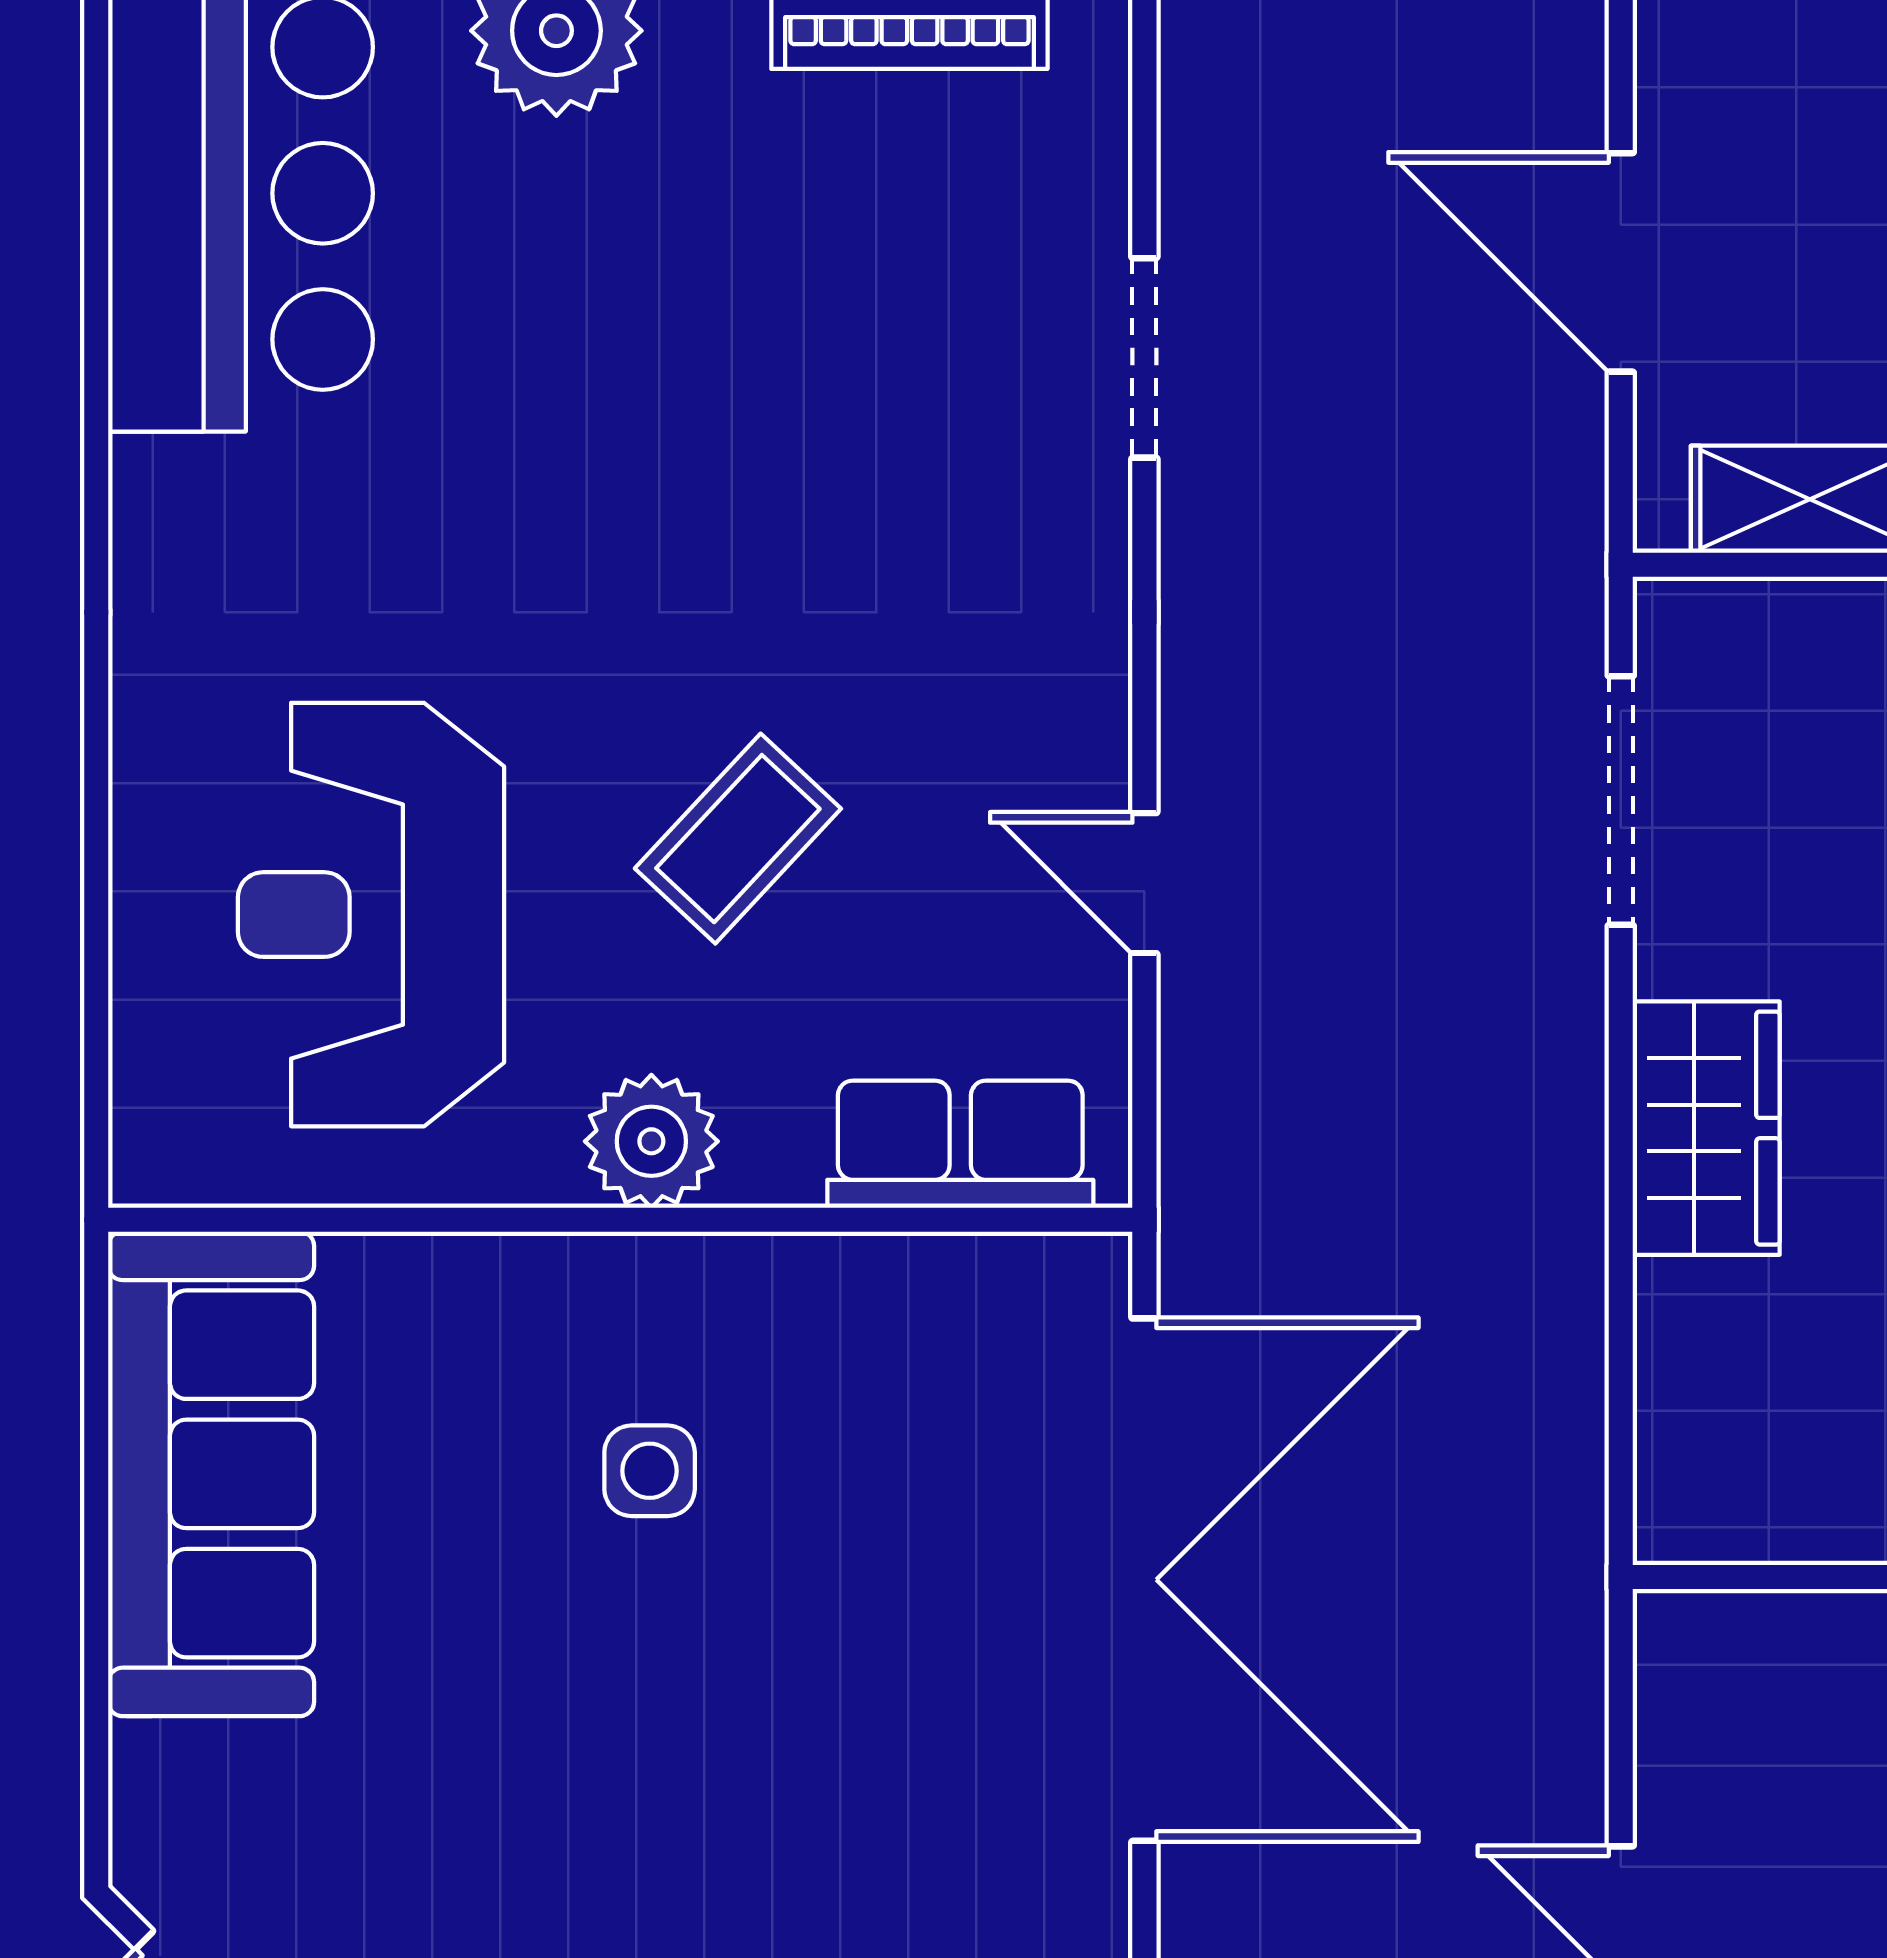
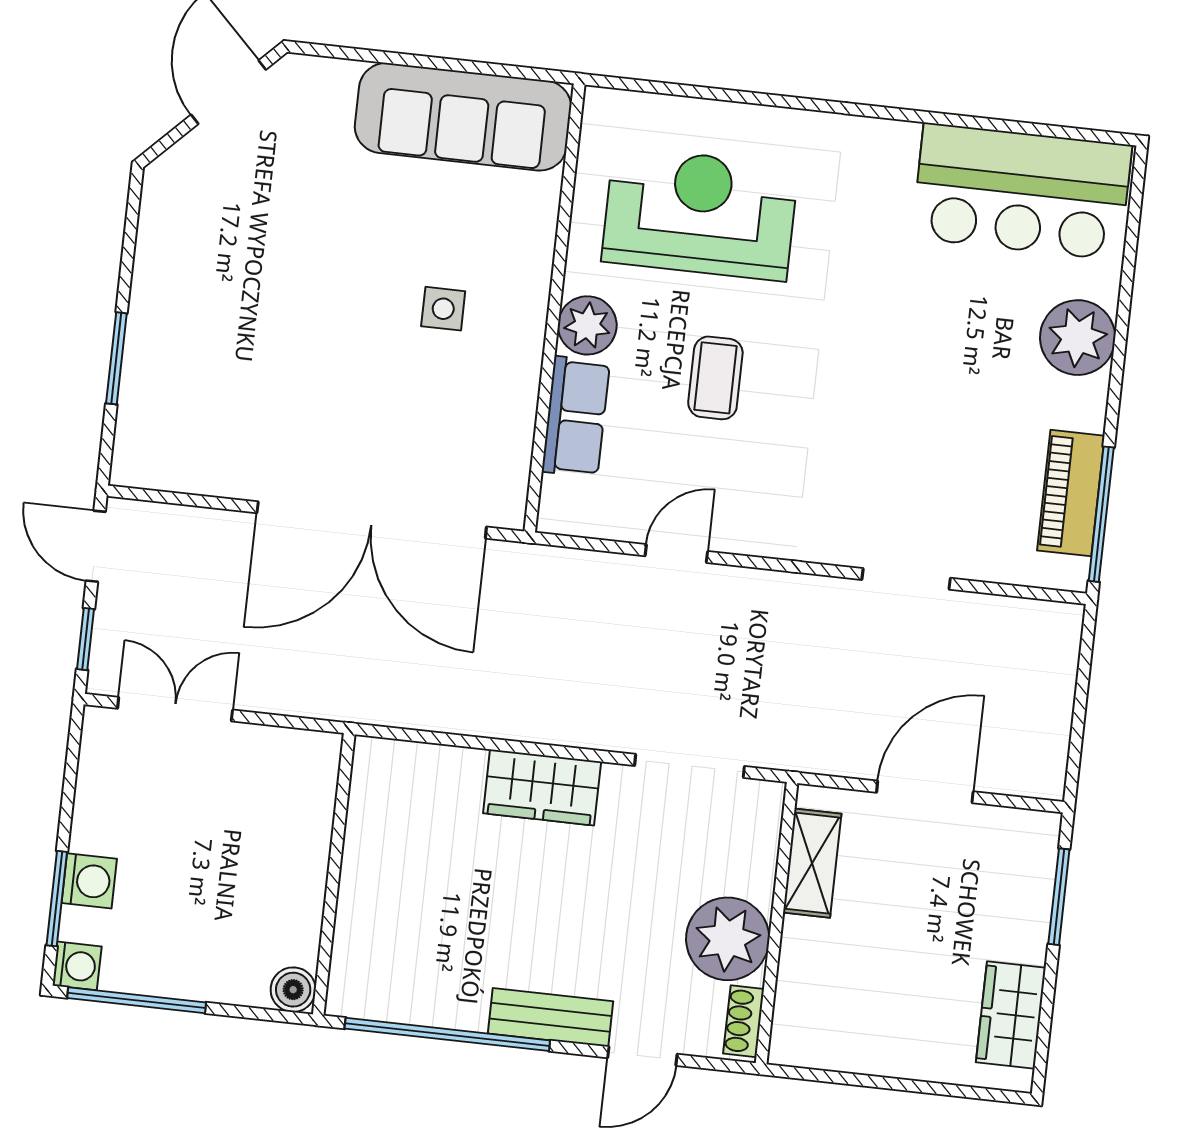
coffee table: (738, 839) -> (715, 378), turned 47
row of seats: (960, 1144) -> (576, 417), moved

